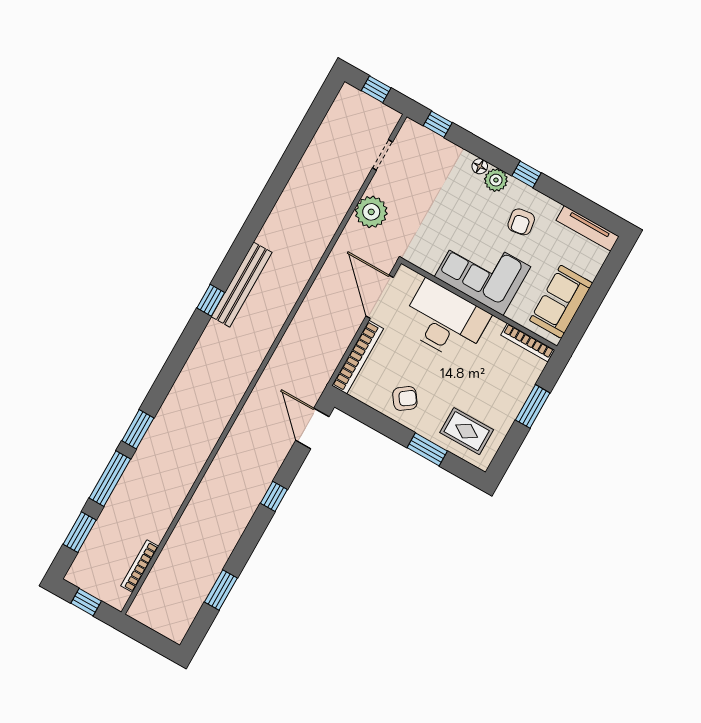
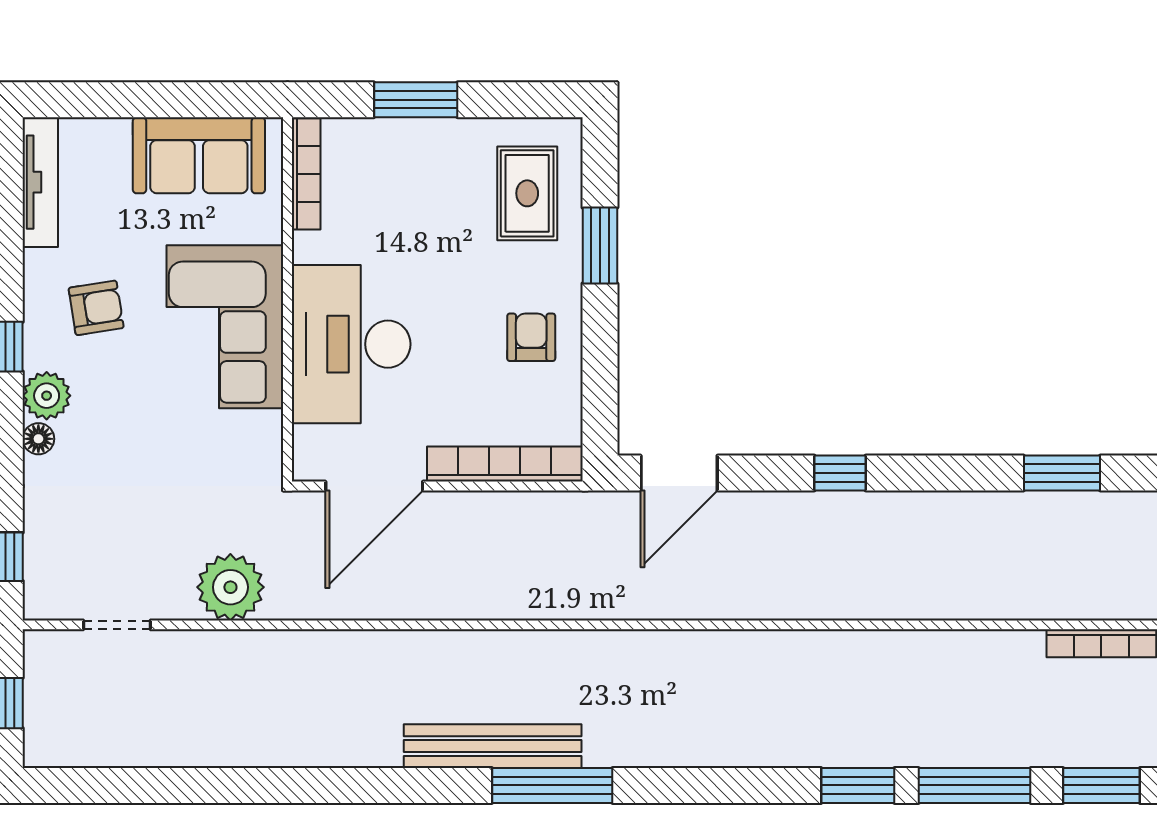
window: (211, 300) -> (552, 785), width x2.17
armchair: (405, 398) -> (531, 337), turned 36

